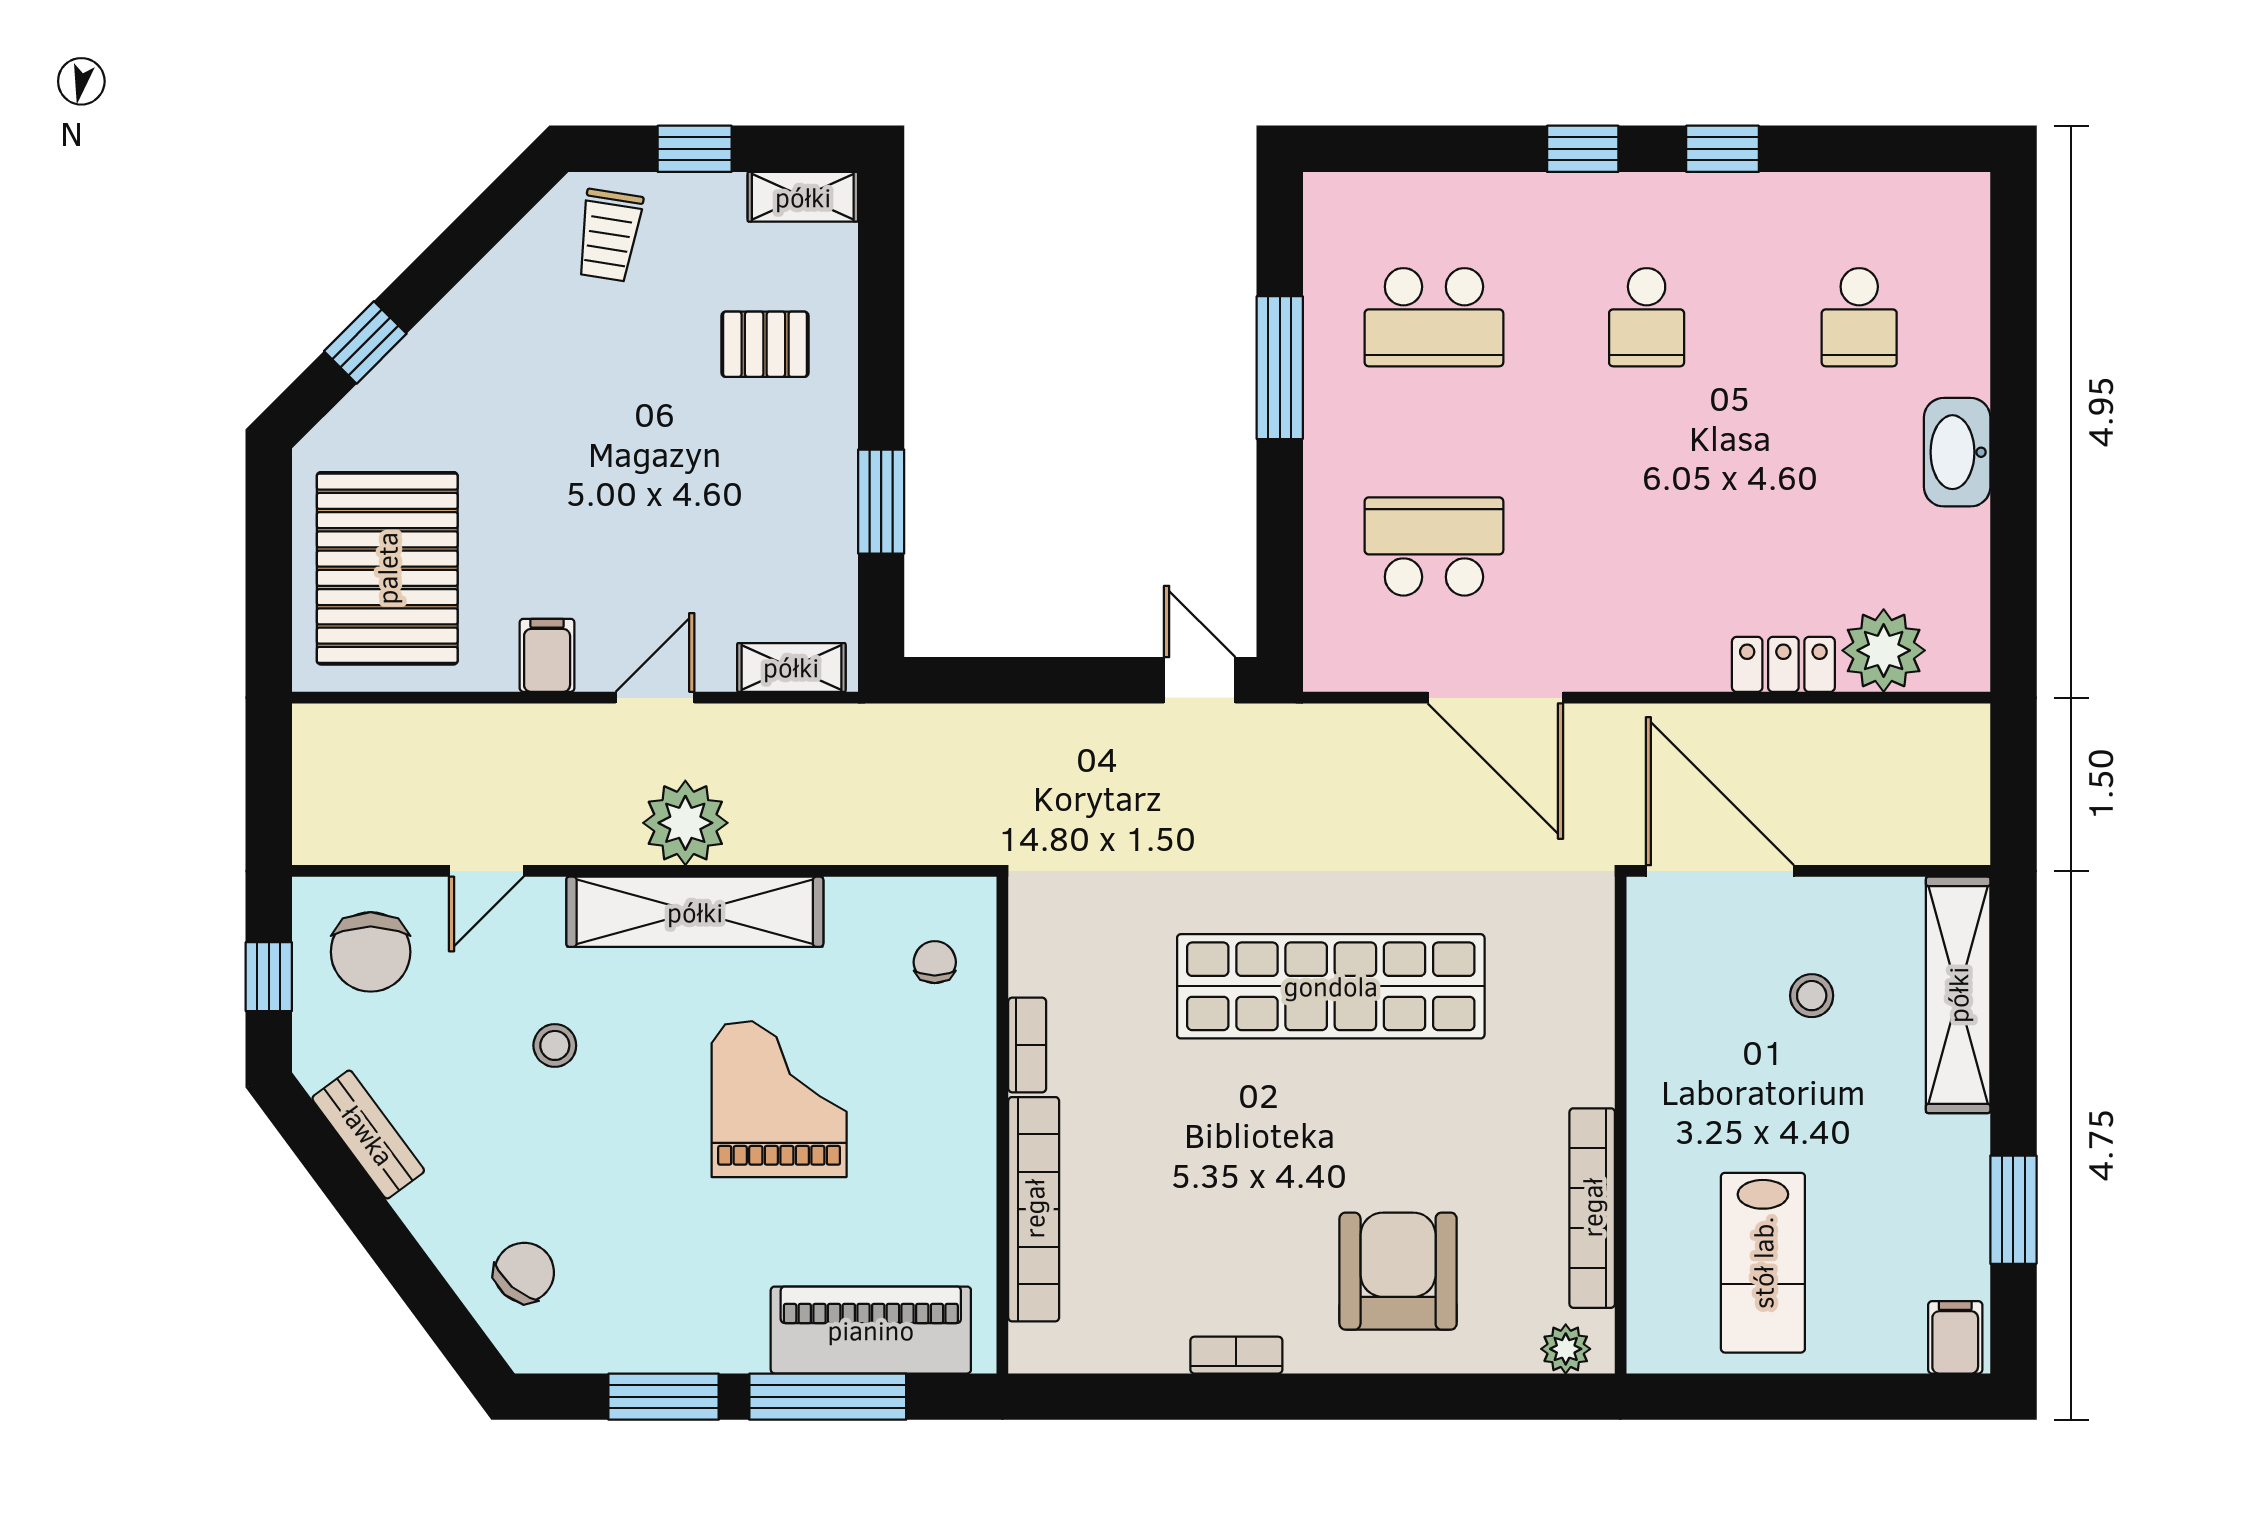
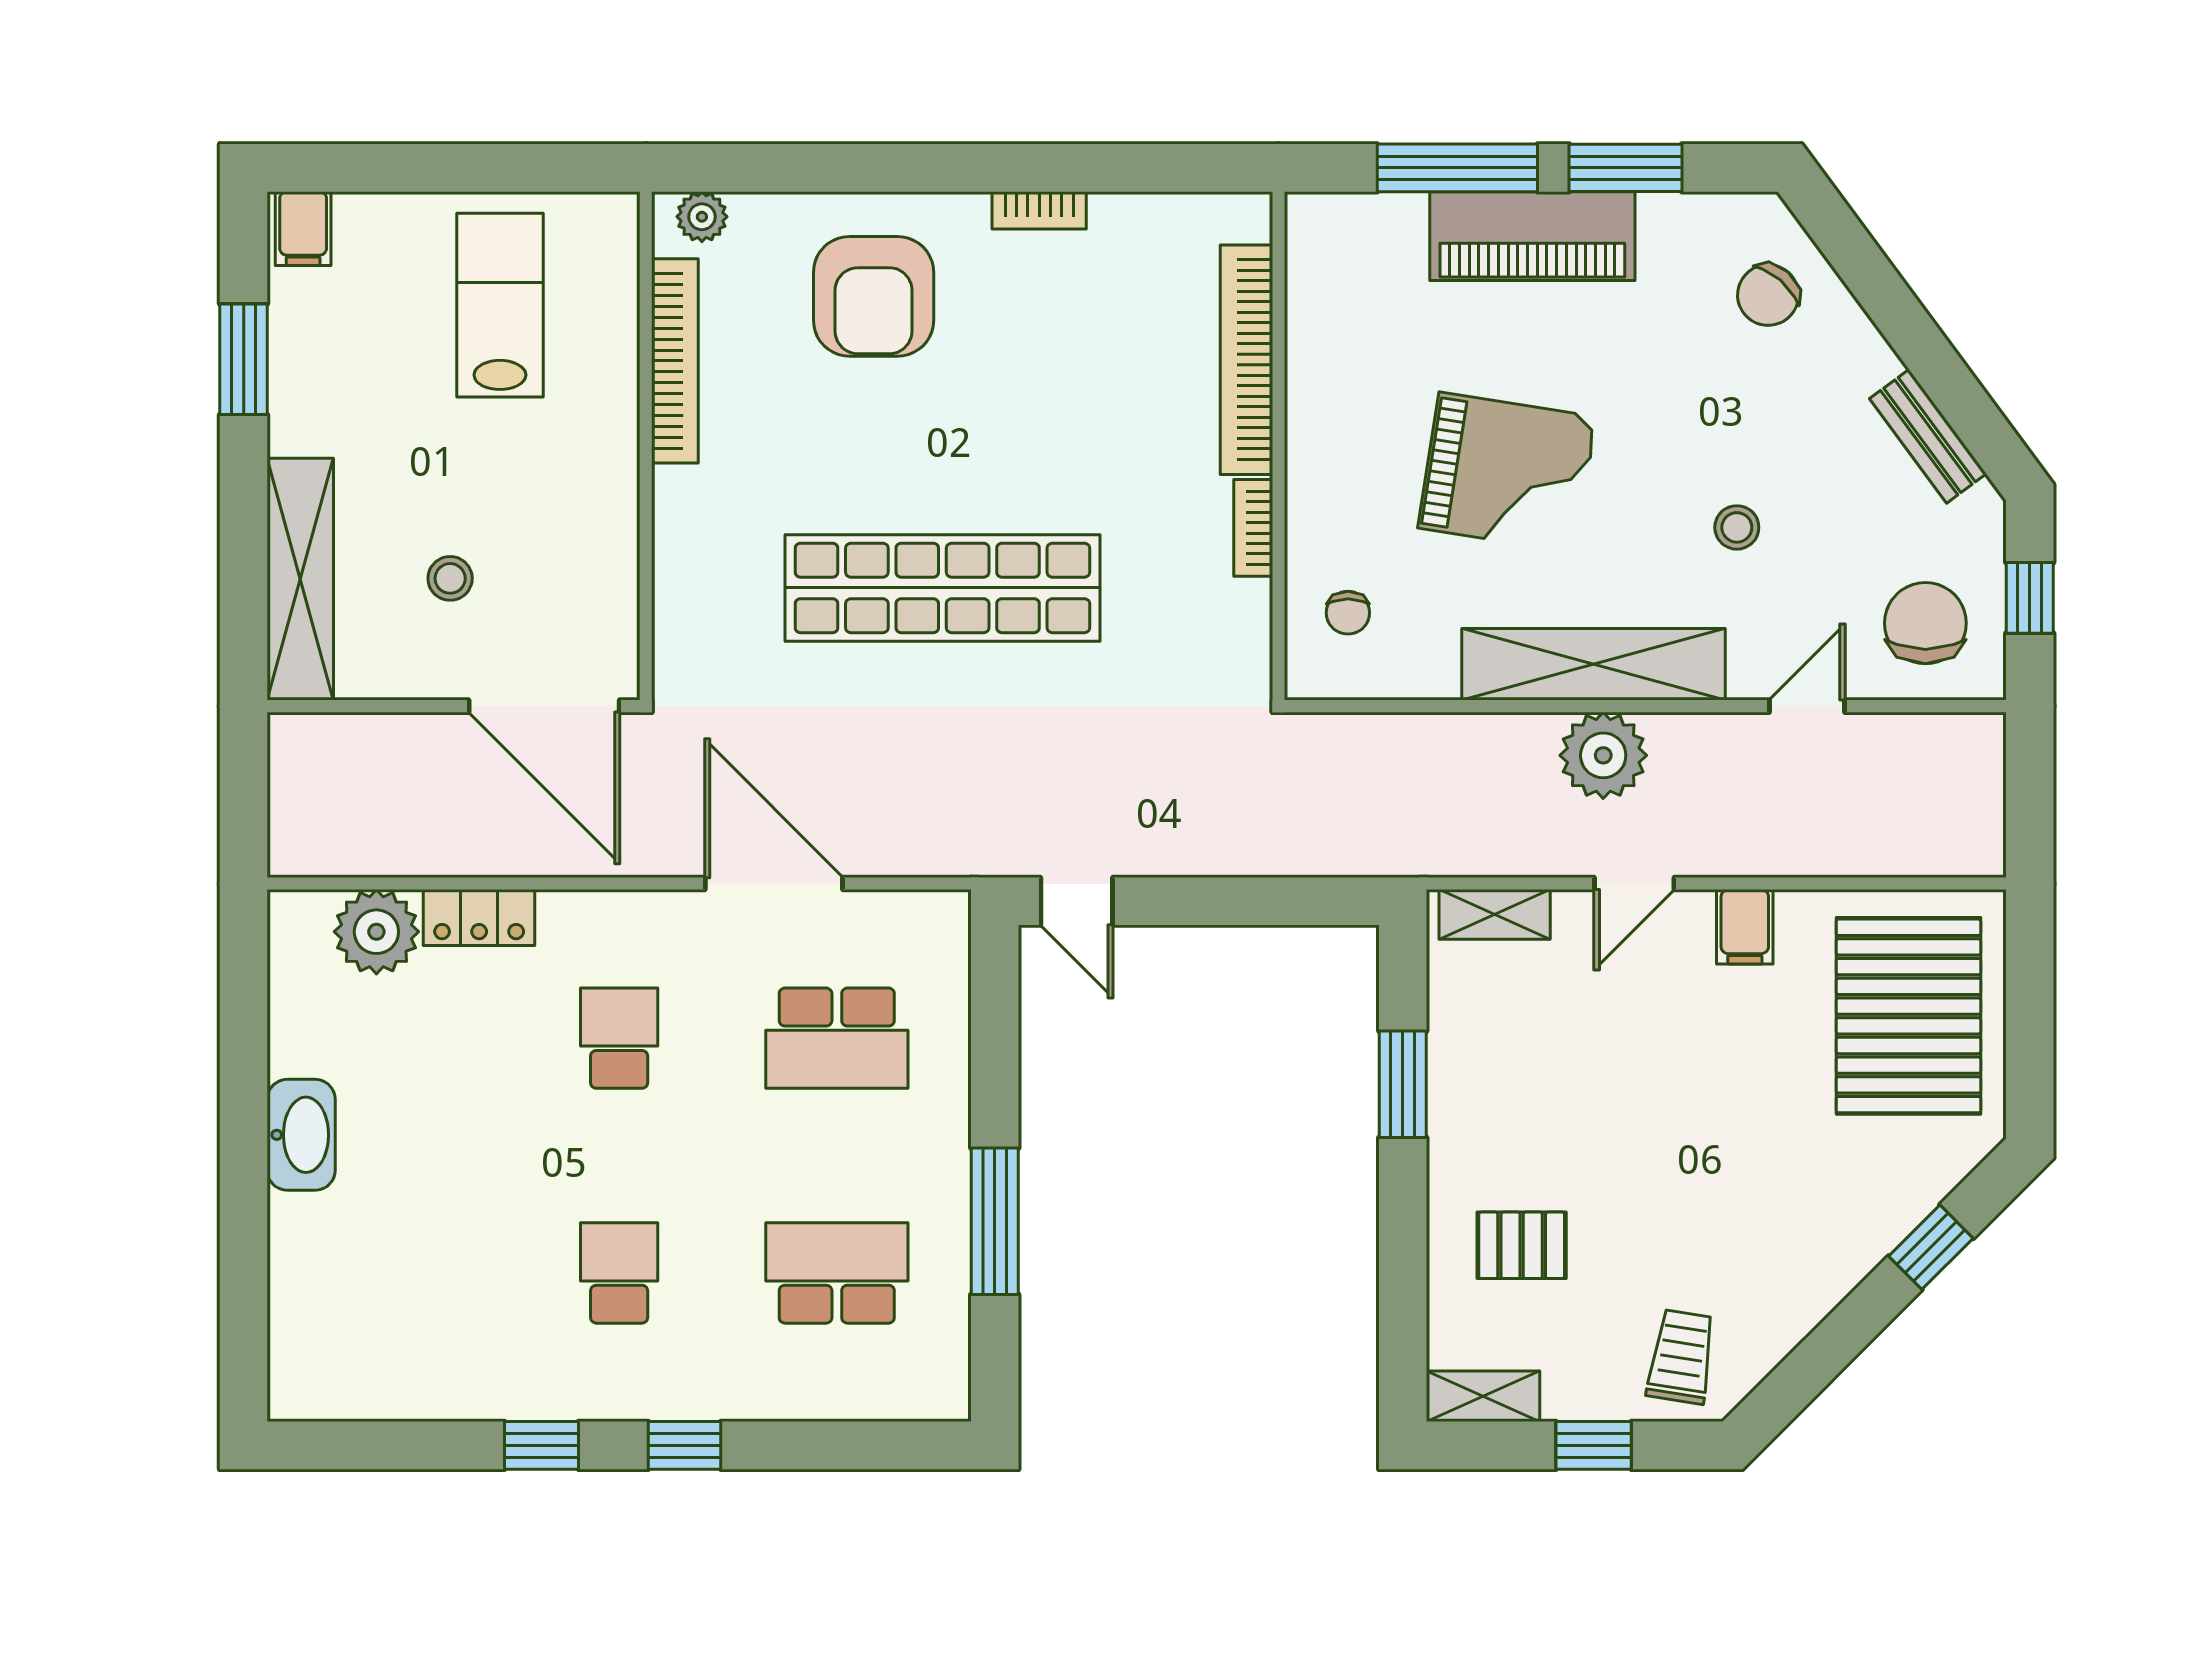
school desk: (1859, 317) -> (619, 1038), moved
grand piano: (779, 1099) -> (1507, 472), turned -81
piano: (871, 1330) -> (1532, 236), moved

